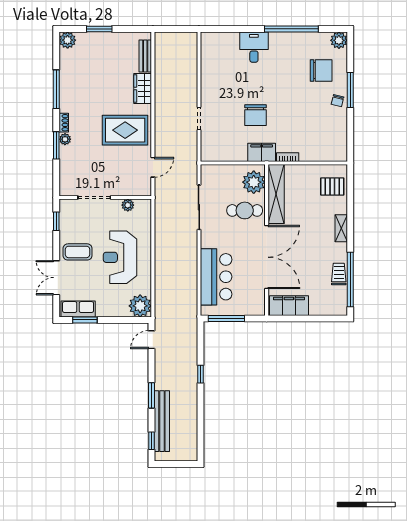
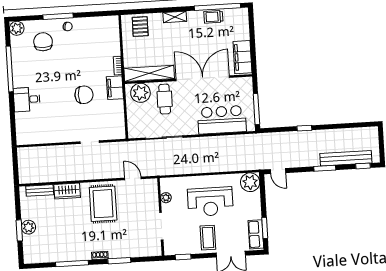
plant: (68, 40) -> (28, 227), moved
plant: (65, 139) -> (114, 254), removed

